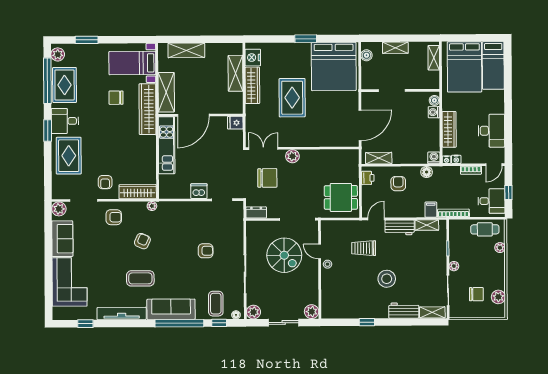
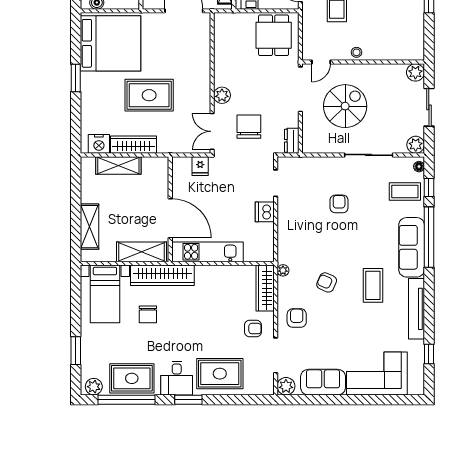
fridge: (235, 123) -> (200, 166), moved
door: (320, 251) -> (321, 62), moved

